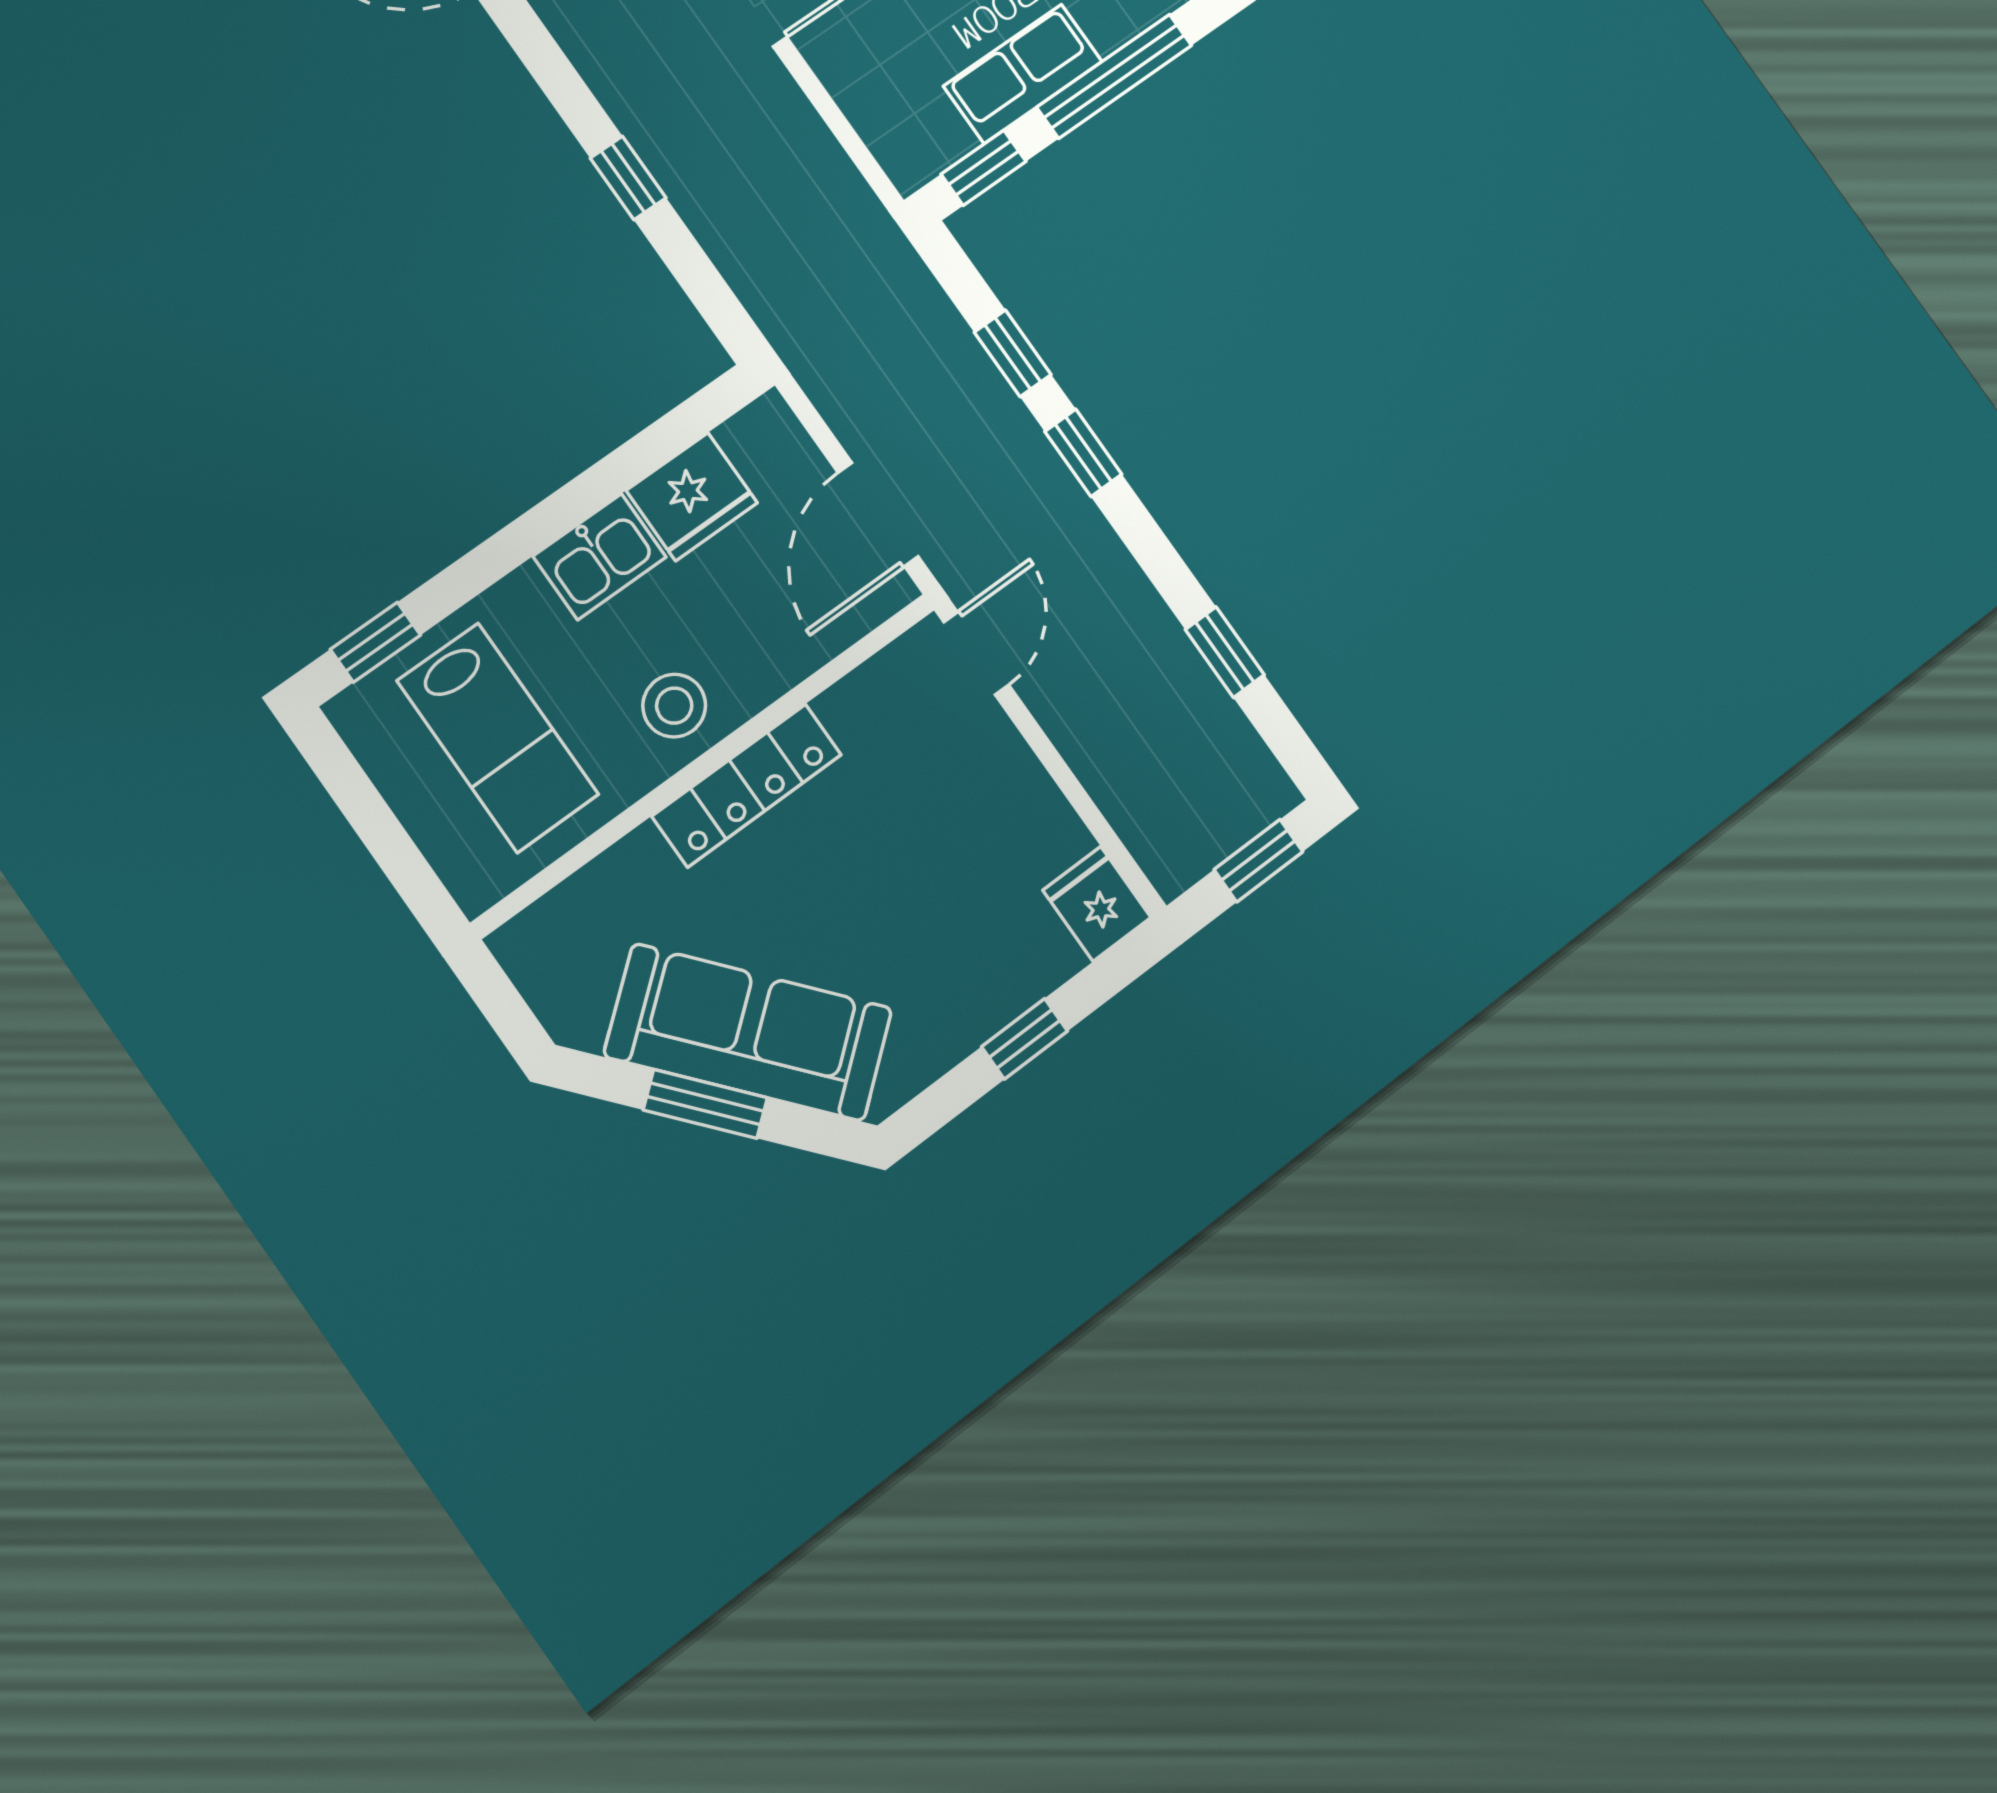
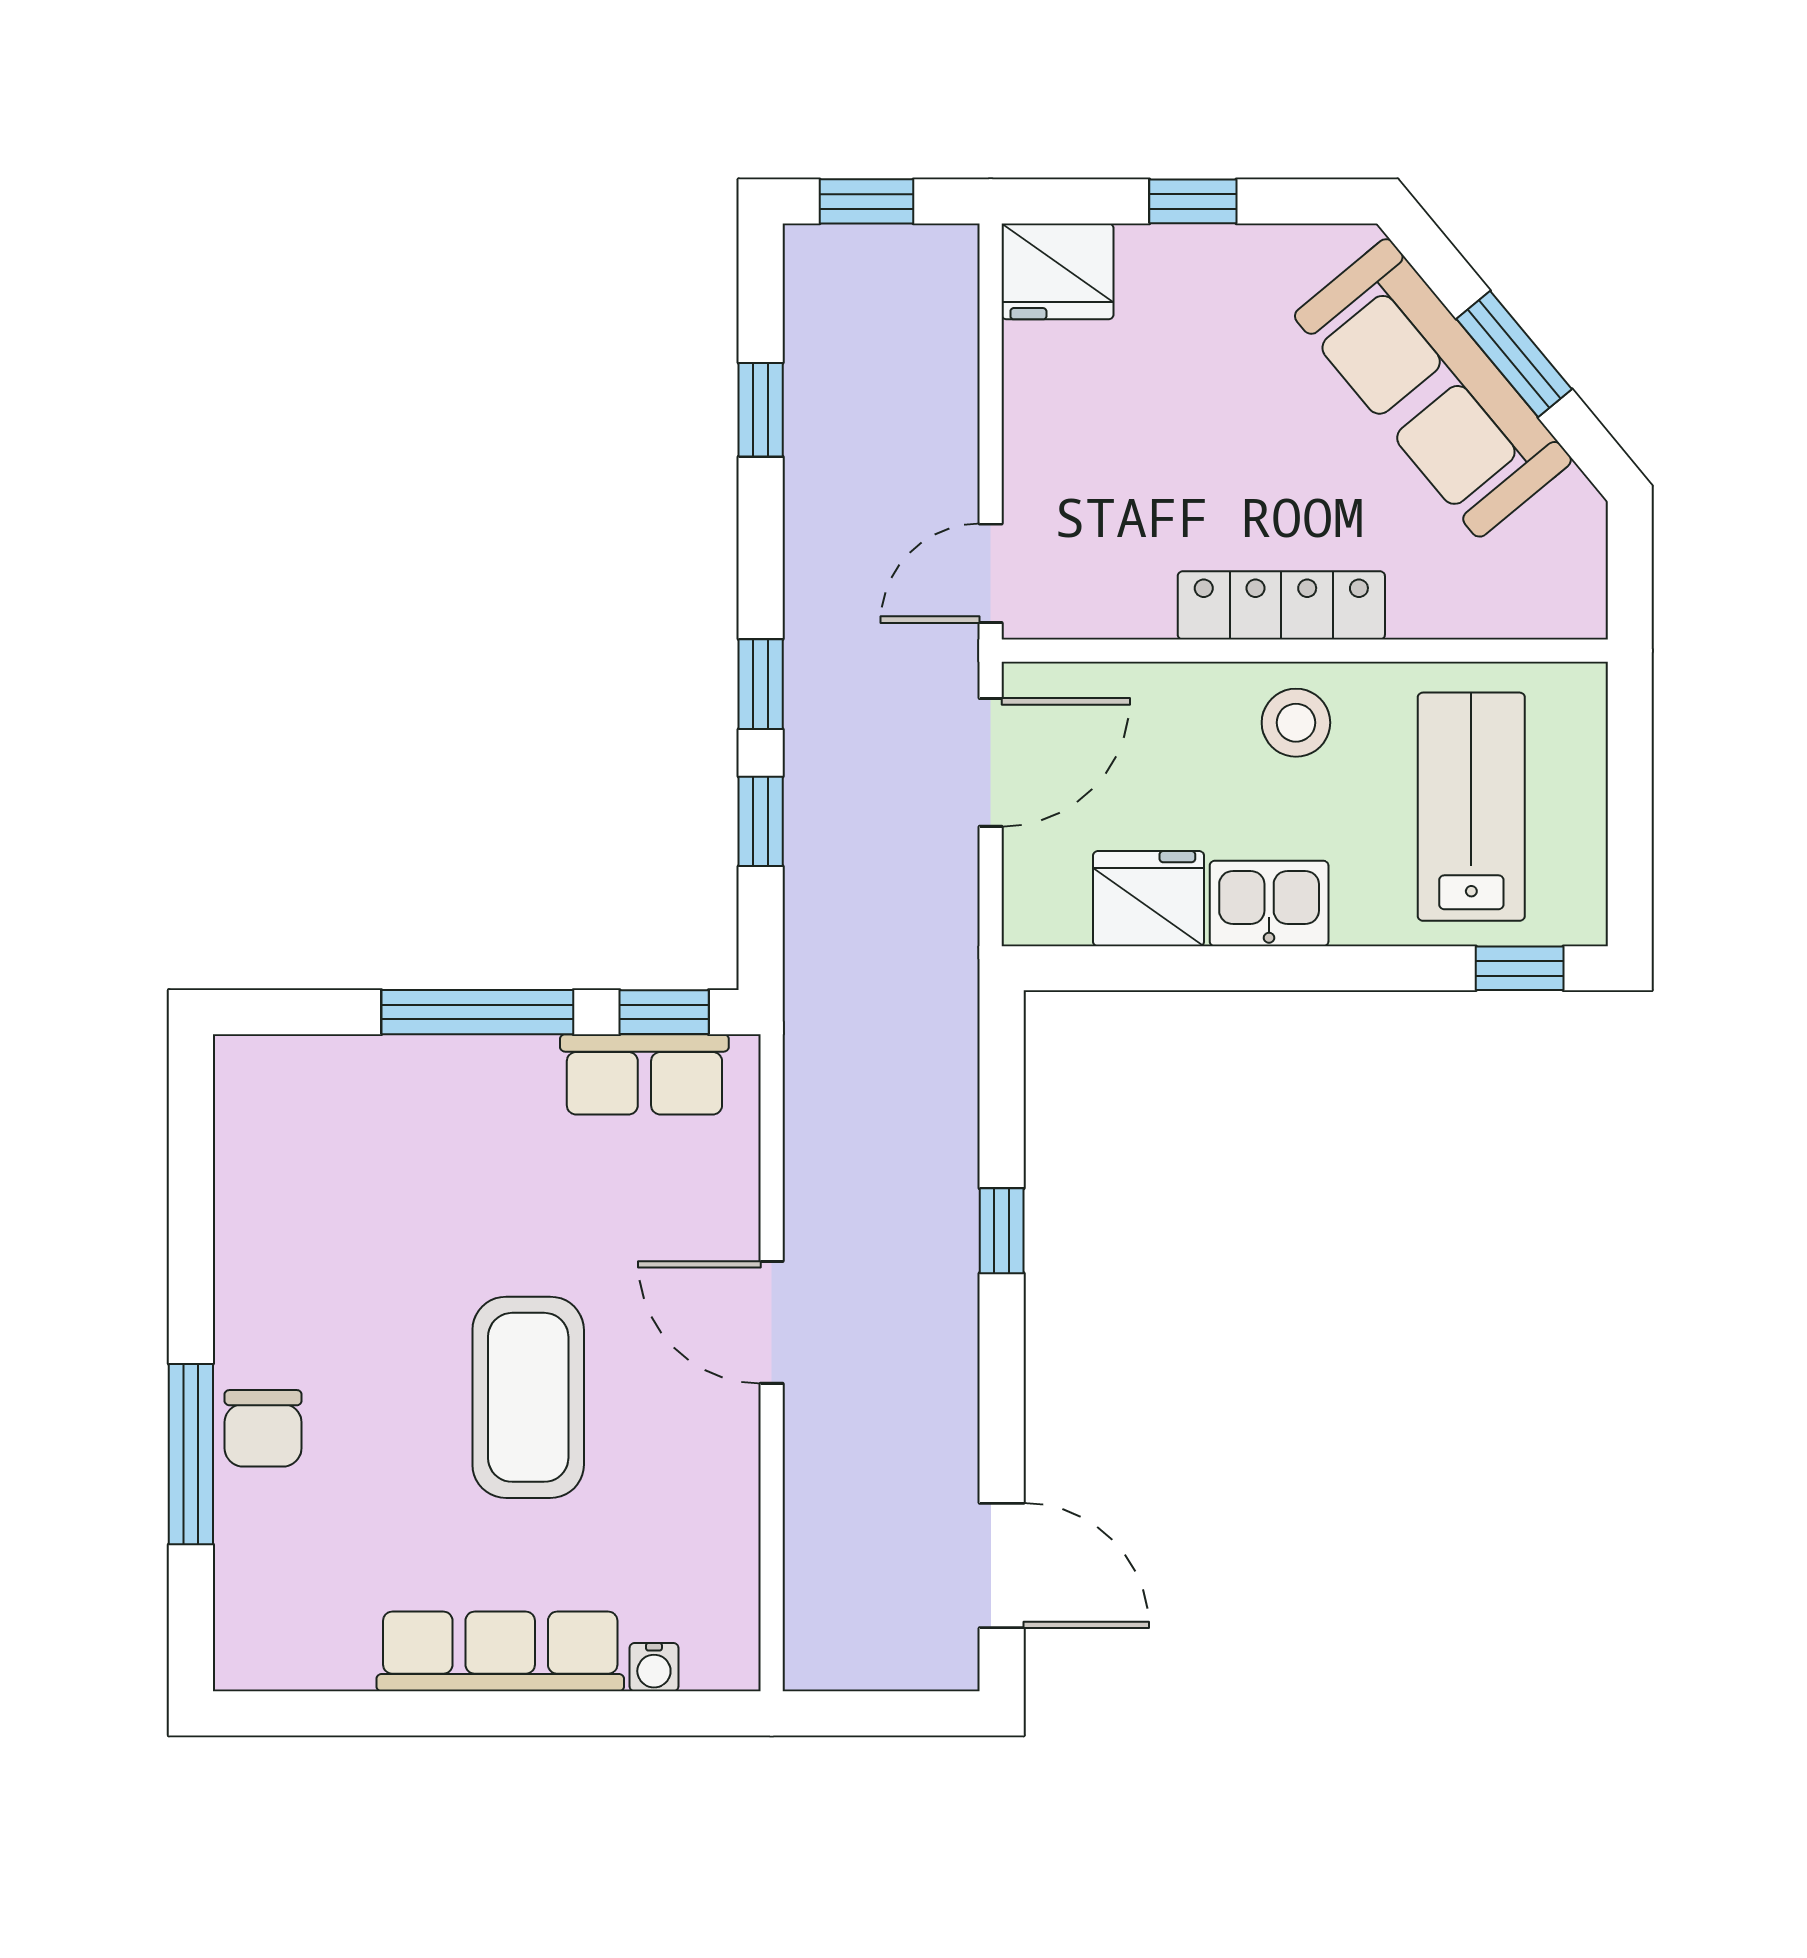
row of seats: (1023, 74) -> (644, 1074), moved
fridge: (1097, 904) -> (1058, 271), width x1.38

